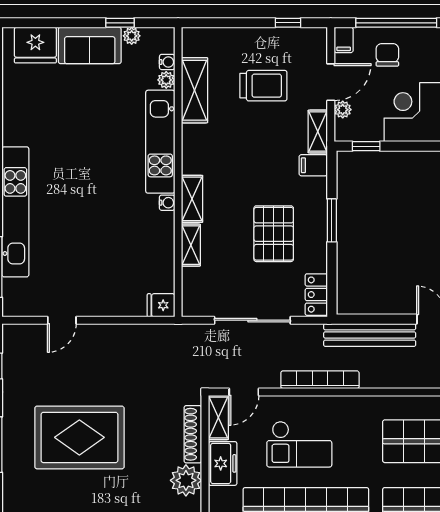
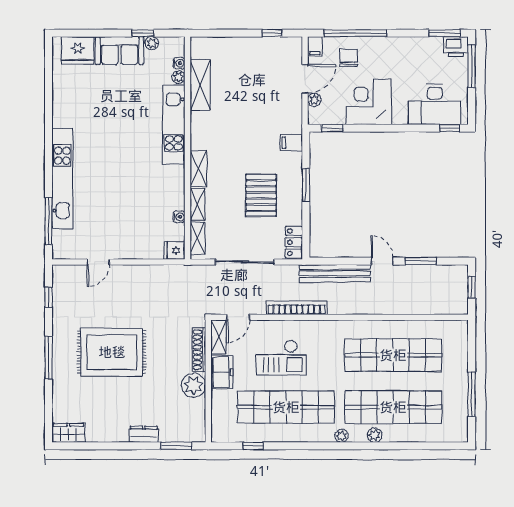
trolley: (263, 86) -> (253, 82), removed
shelving: (318, 132) -> (198, 238), moved
water cooler: (167, 203) -> (179, 217), moved

